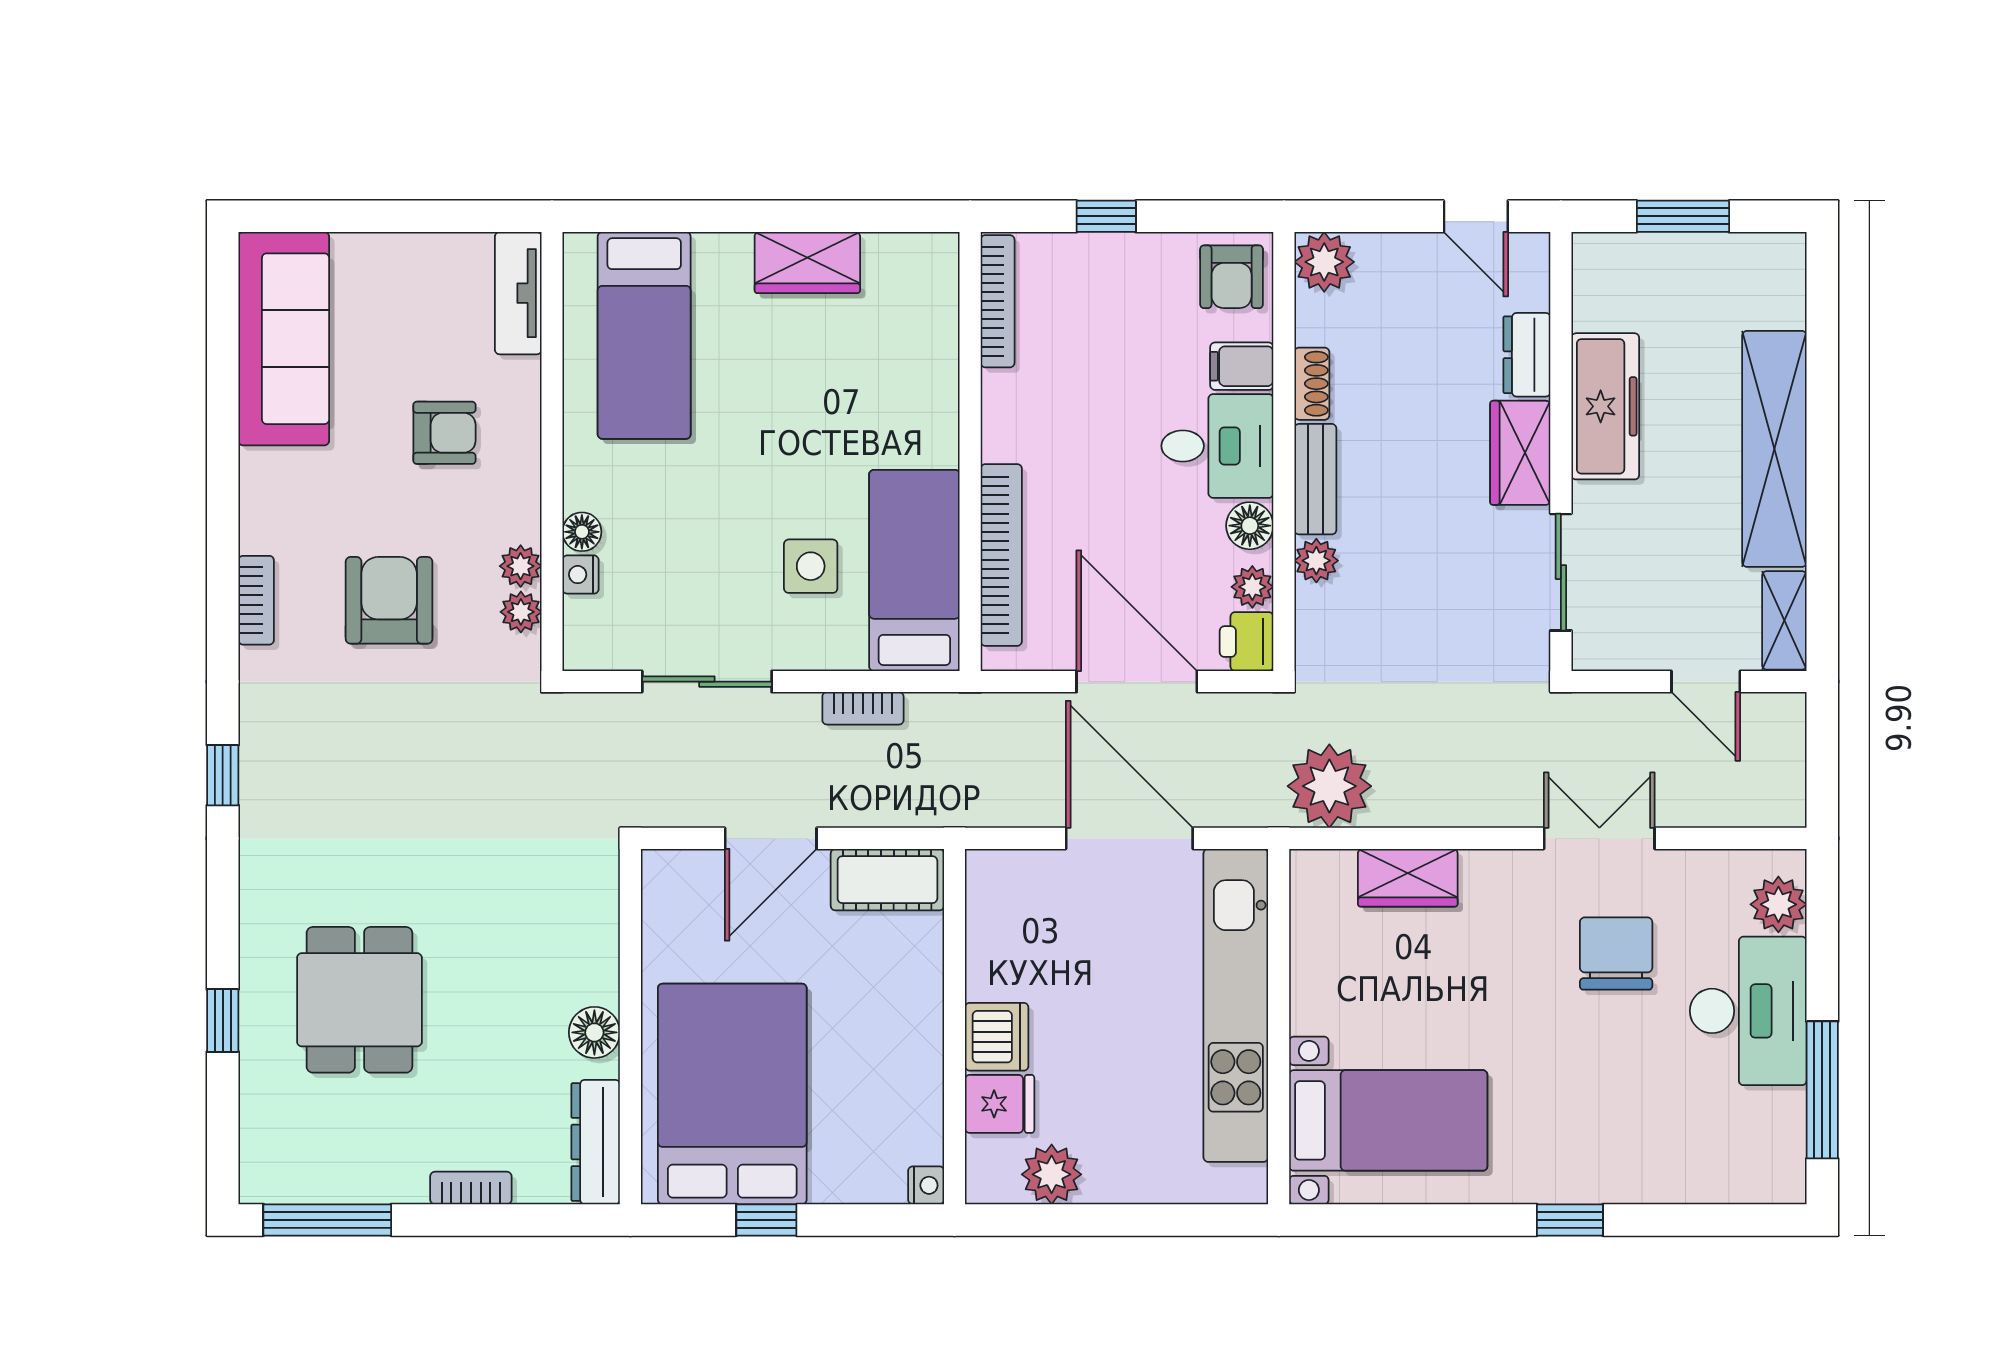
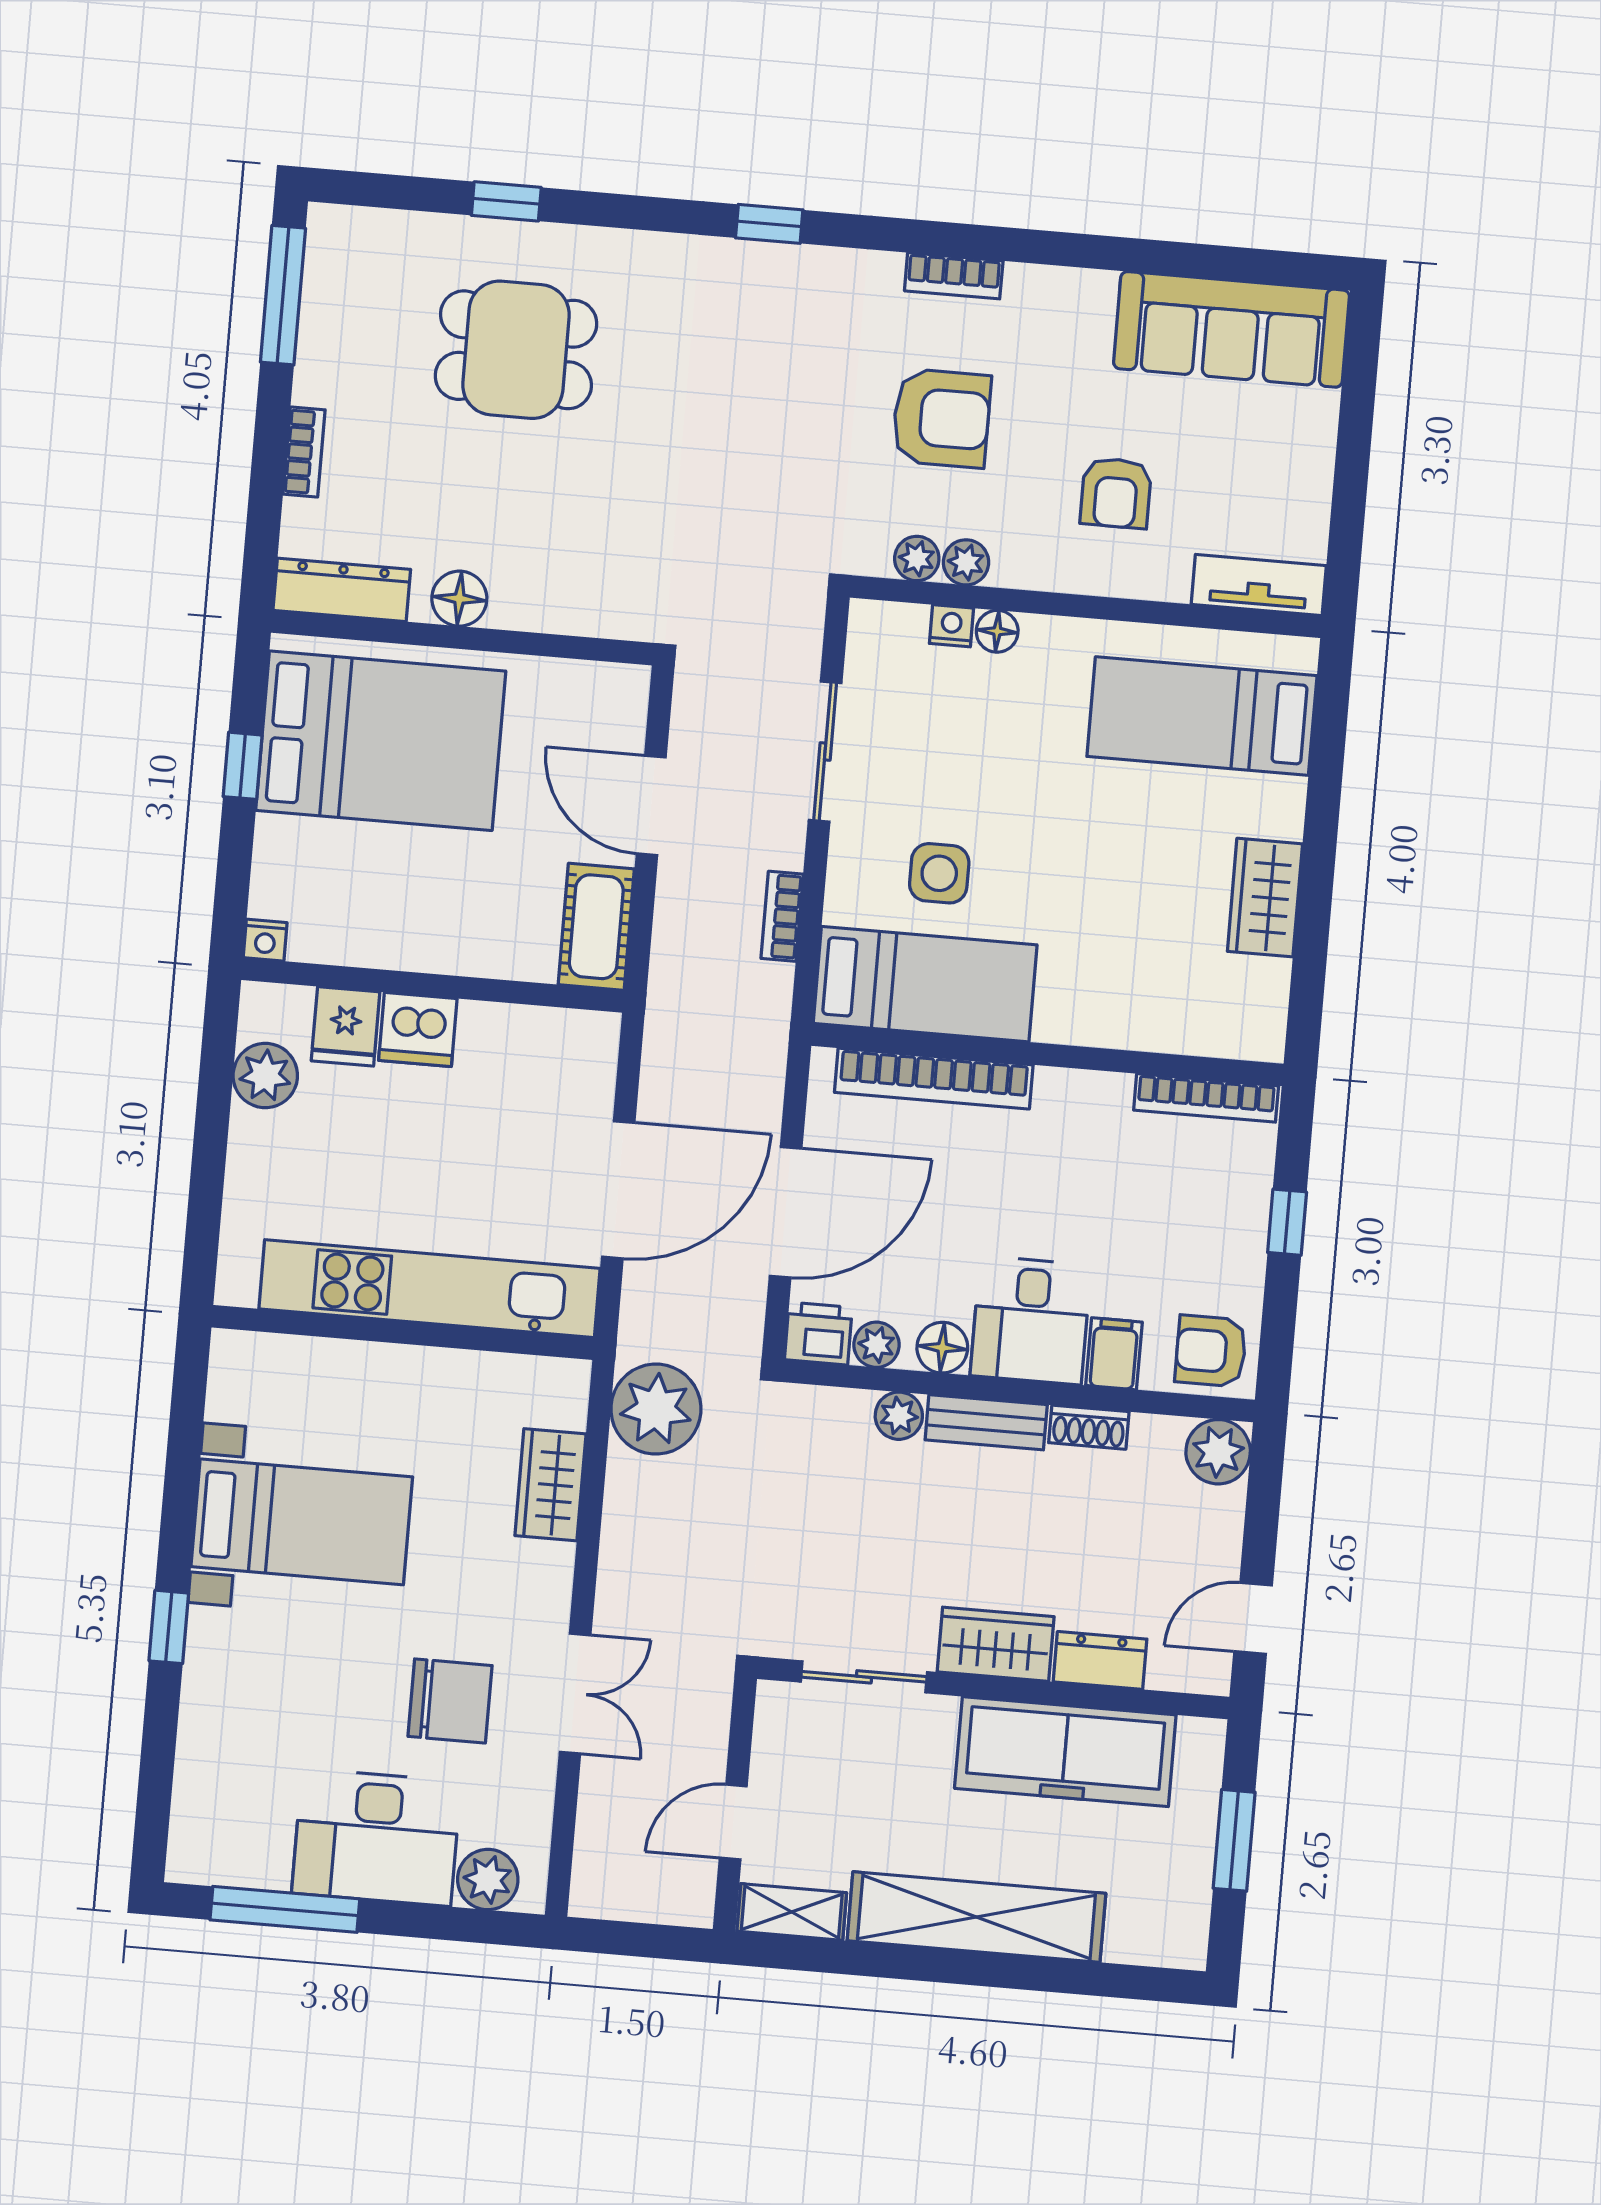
freezer: (1605, 406) -> (1065, 1752), width x1.36, depth x1.26
bed with nightstands: (1388, 1120) -> (302, 1522), moved, turned -90

